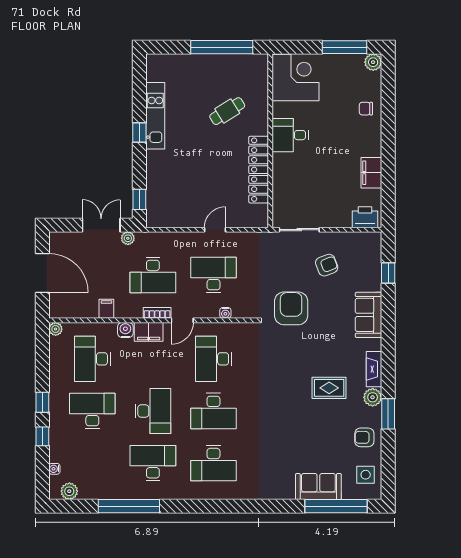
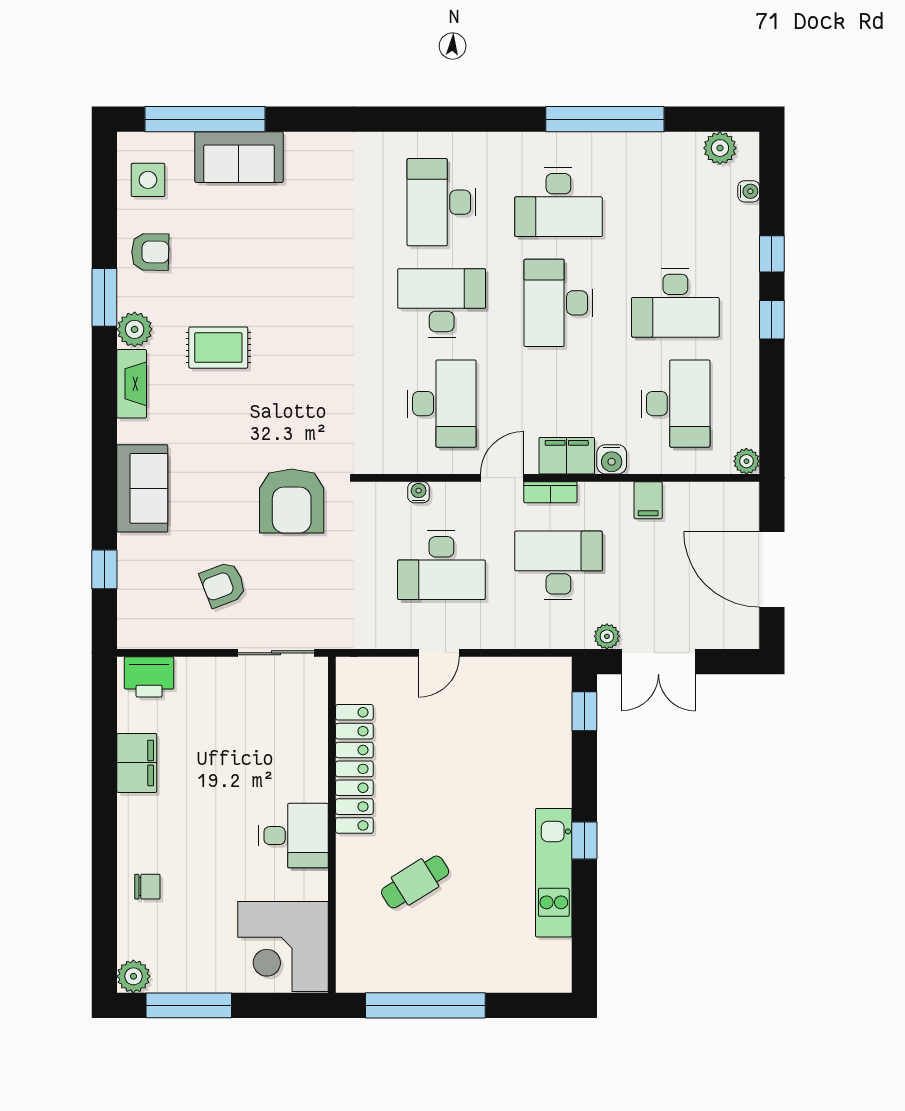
desk: (213, 463) -> (442, 202), turned -90

